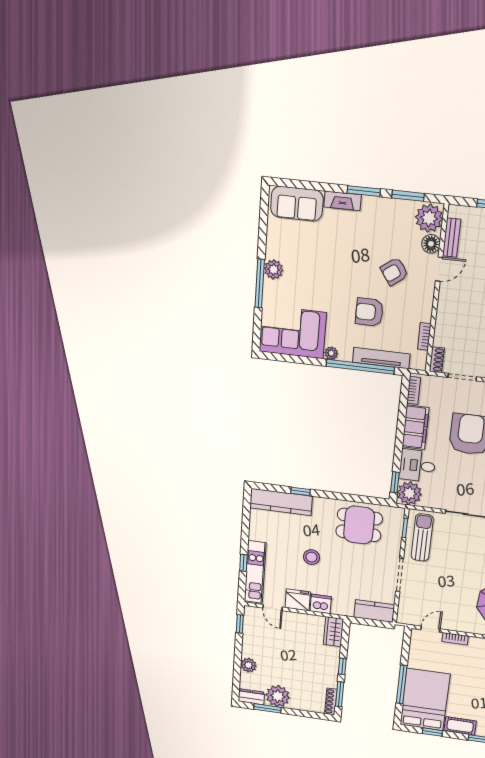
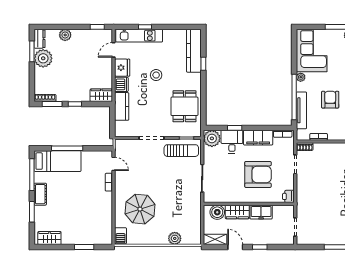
window: (395, 482) -> (235, 128), moved
kitchen counter: (374, 611) -> (122, 106), moved
bed: (425, 700) -> (58, 161), width x0.67
window: (432, 732) -> (32, 175), width x2.17

